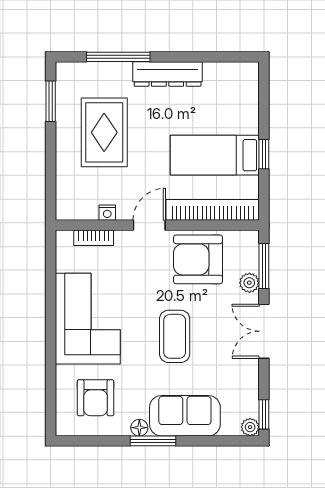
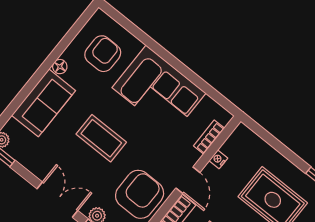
armchair: (96, 398) -> (103, 54), turned 90
window: (153, 441) -> (44, 69), removed

